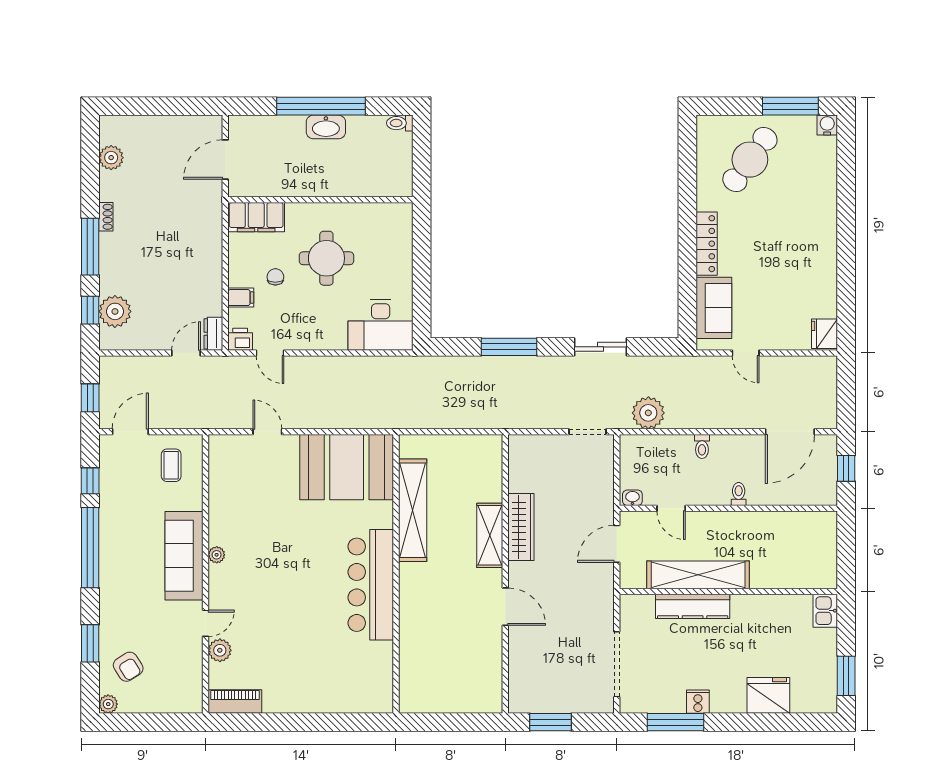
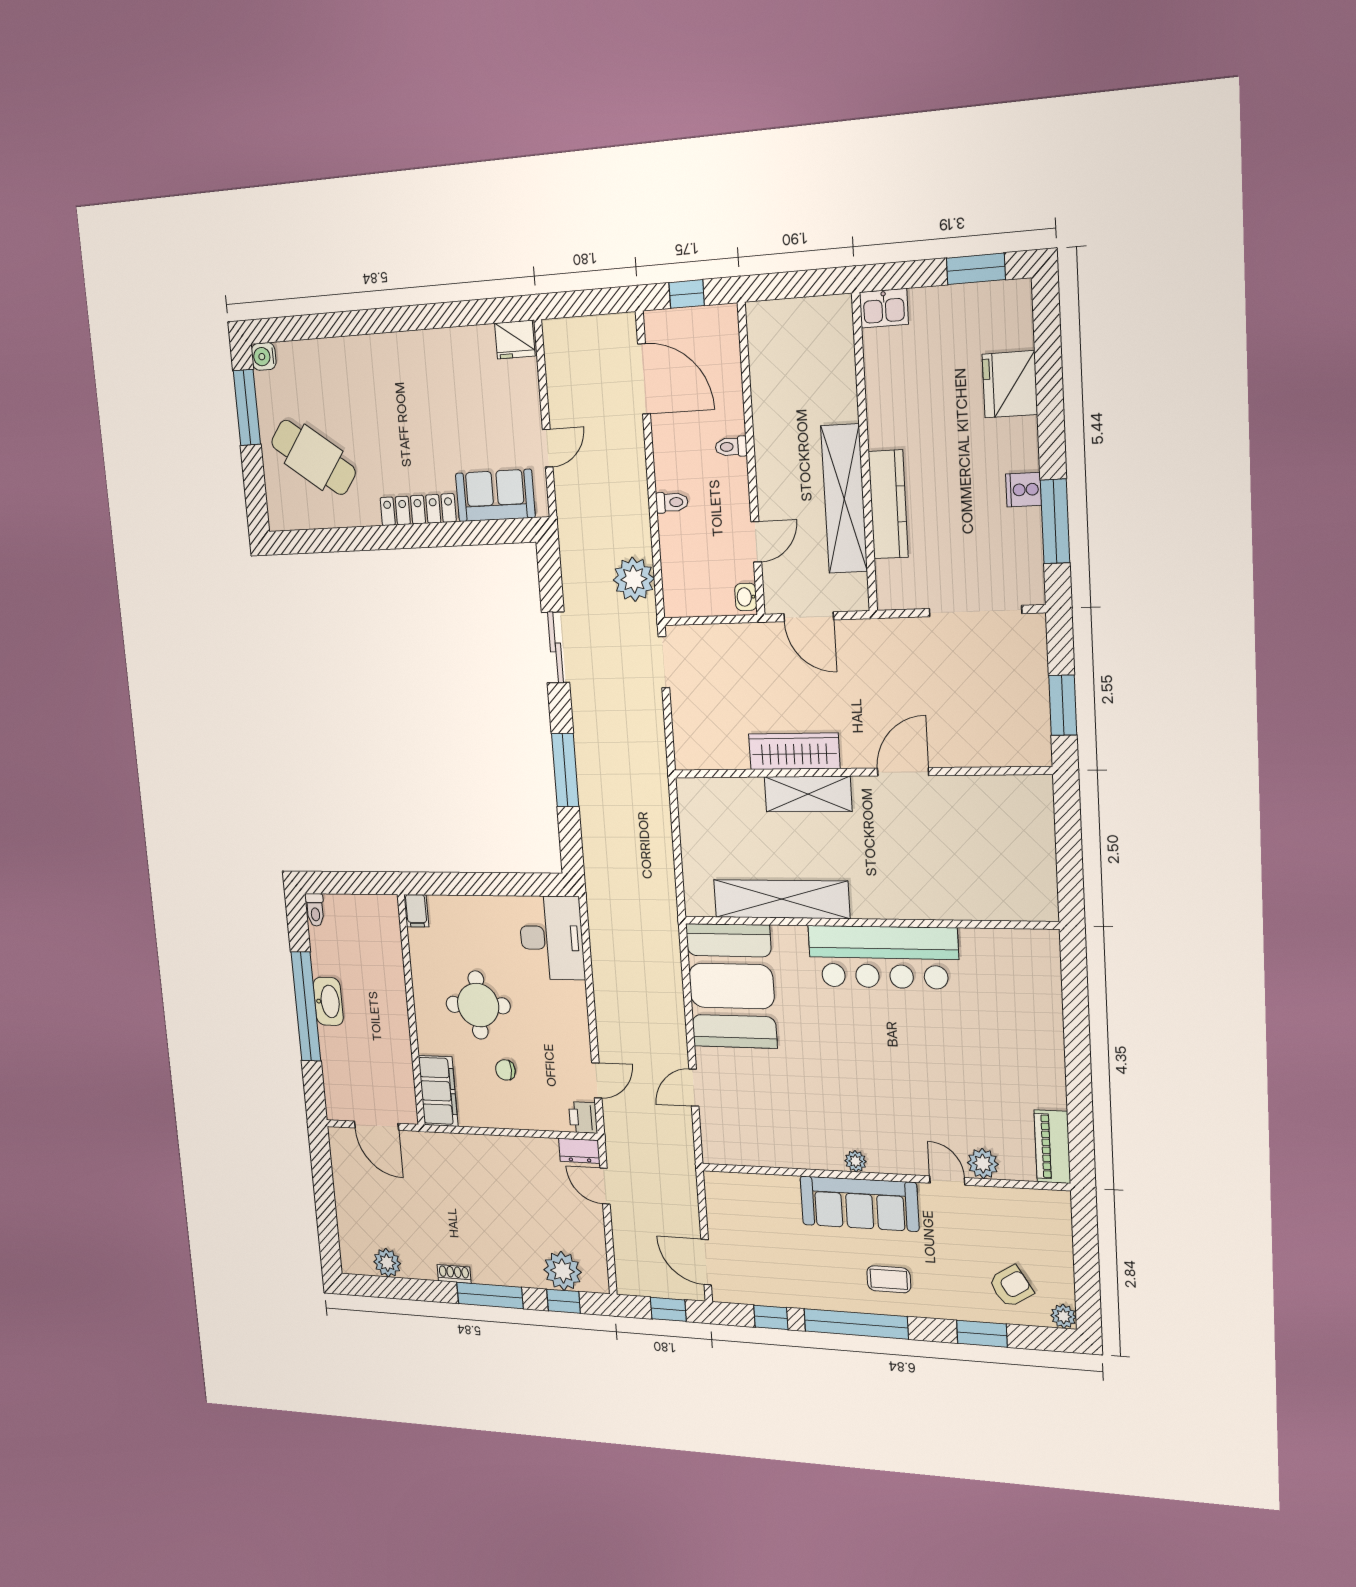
filing cabinet: (241, 298) -> (416, 911), moved, turned 180
coffee table: (171, 465) -> (889, 1279), moved

